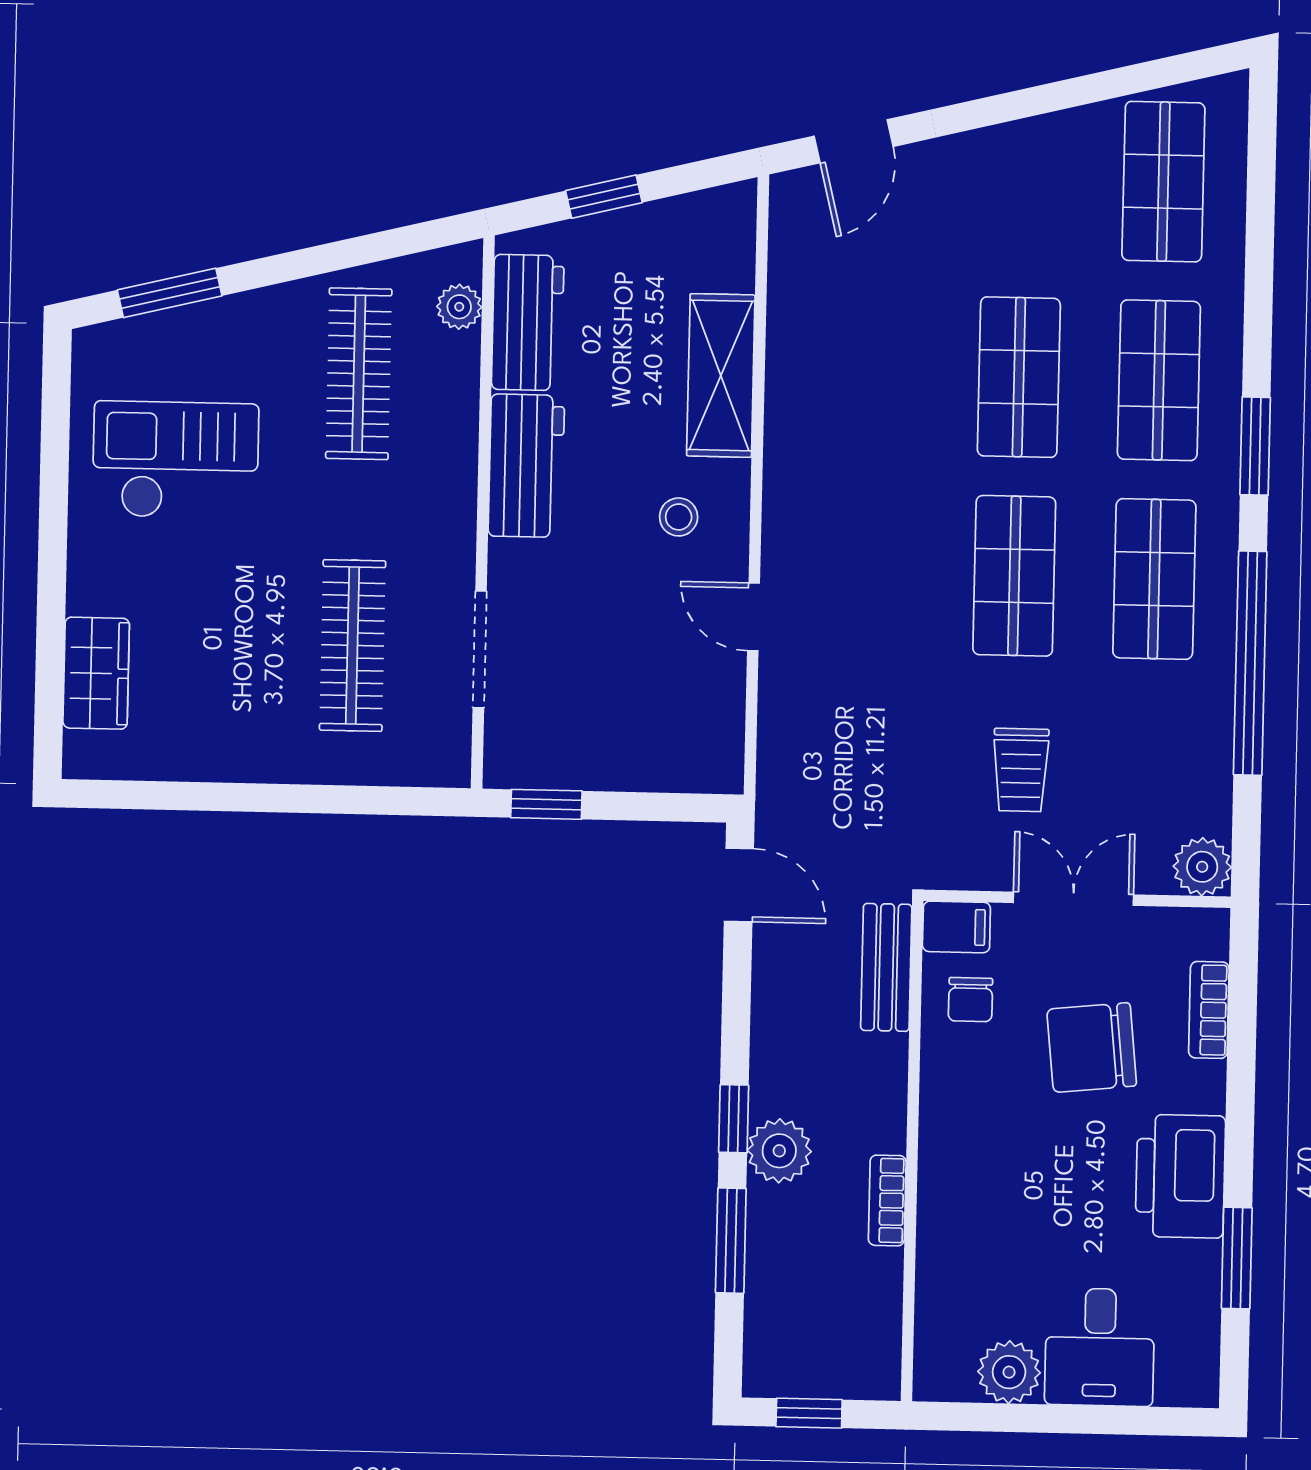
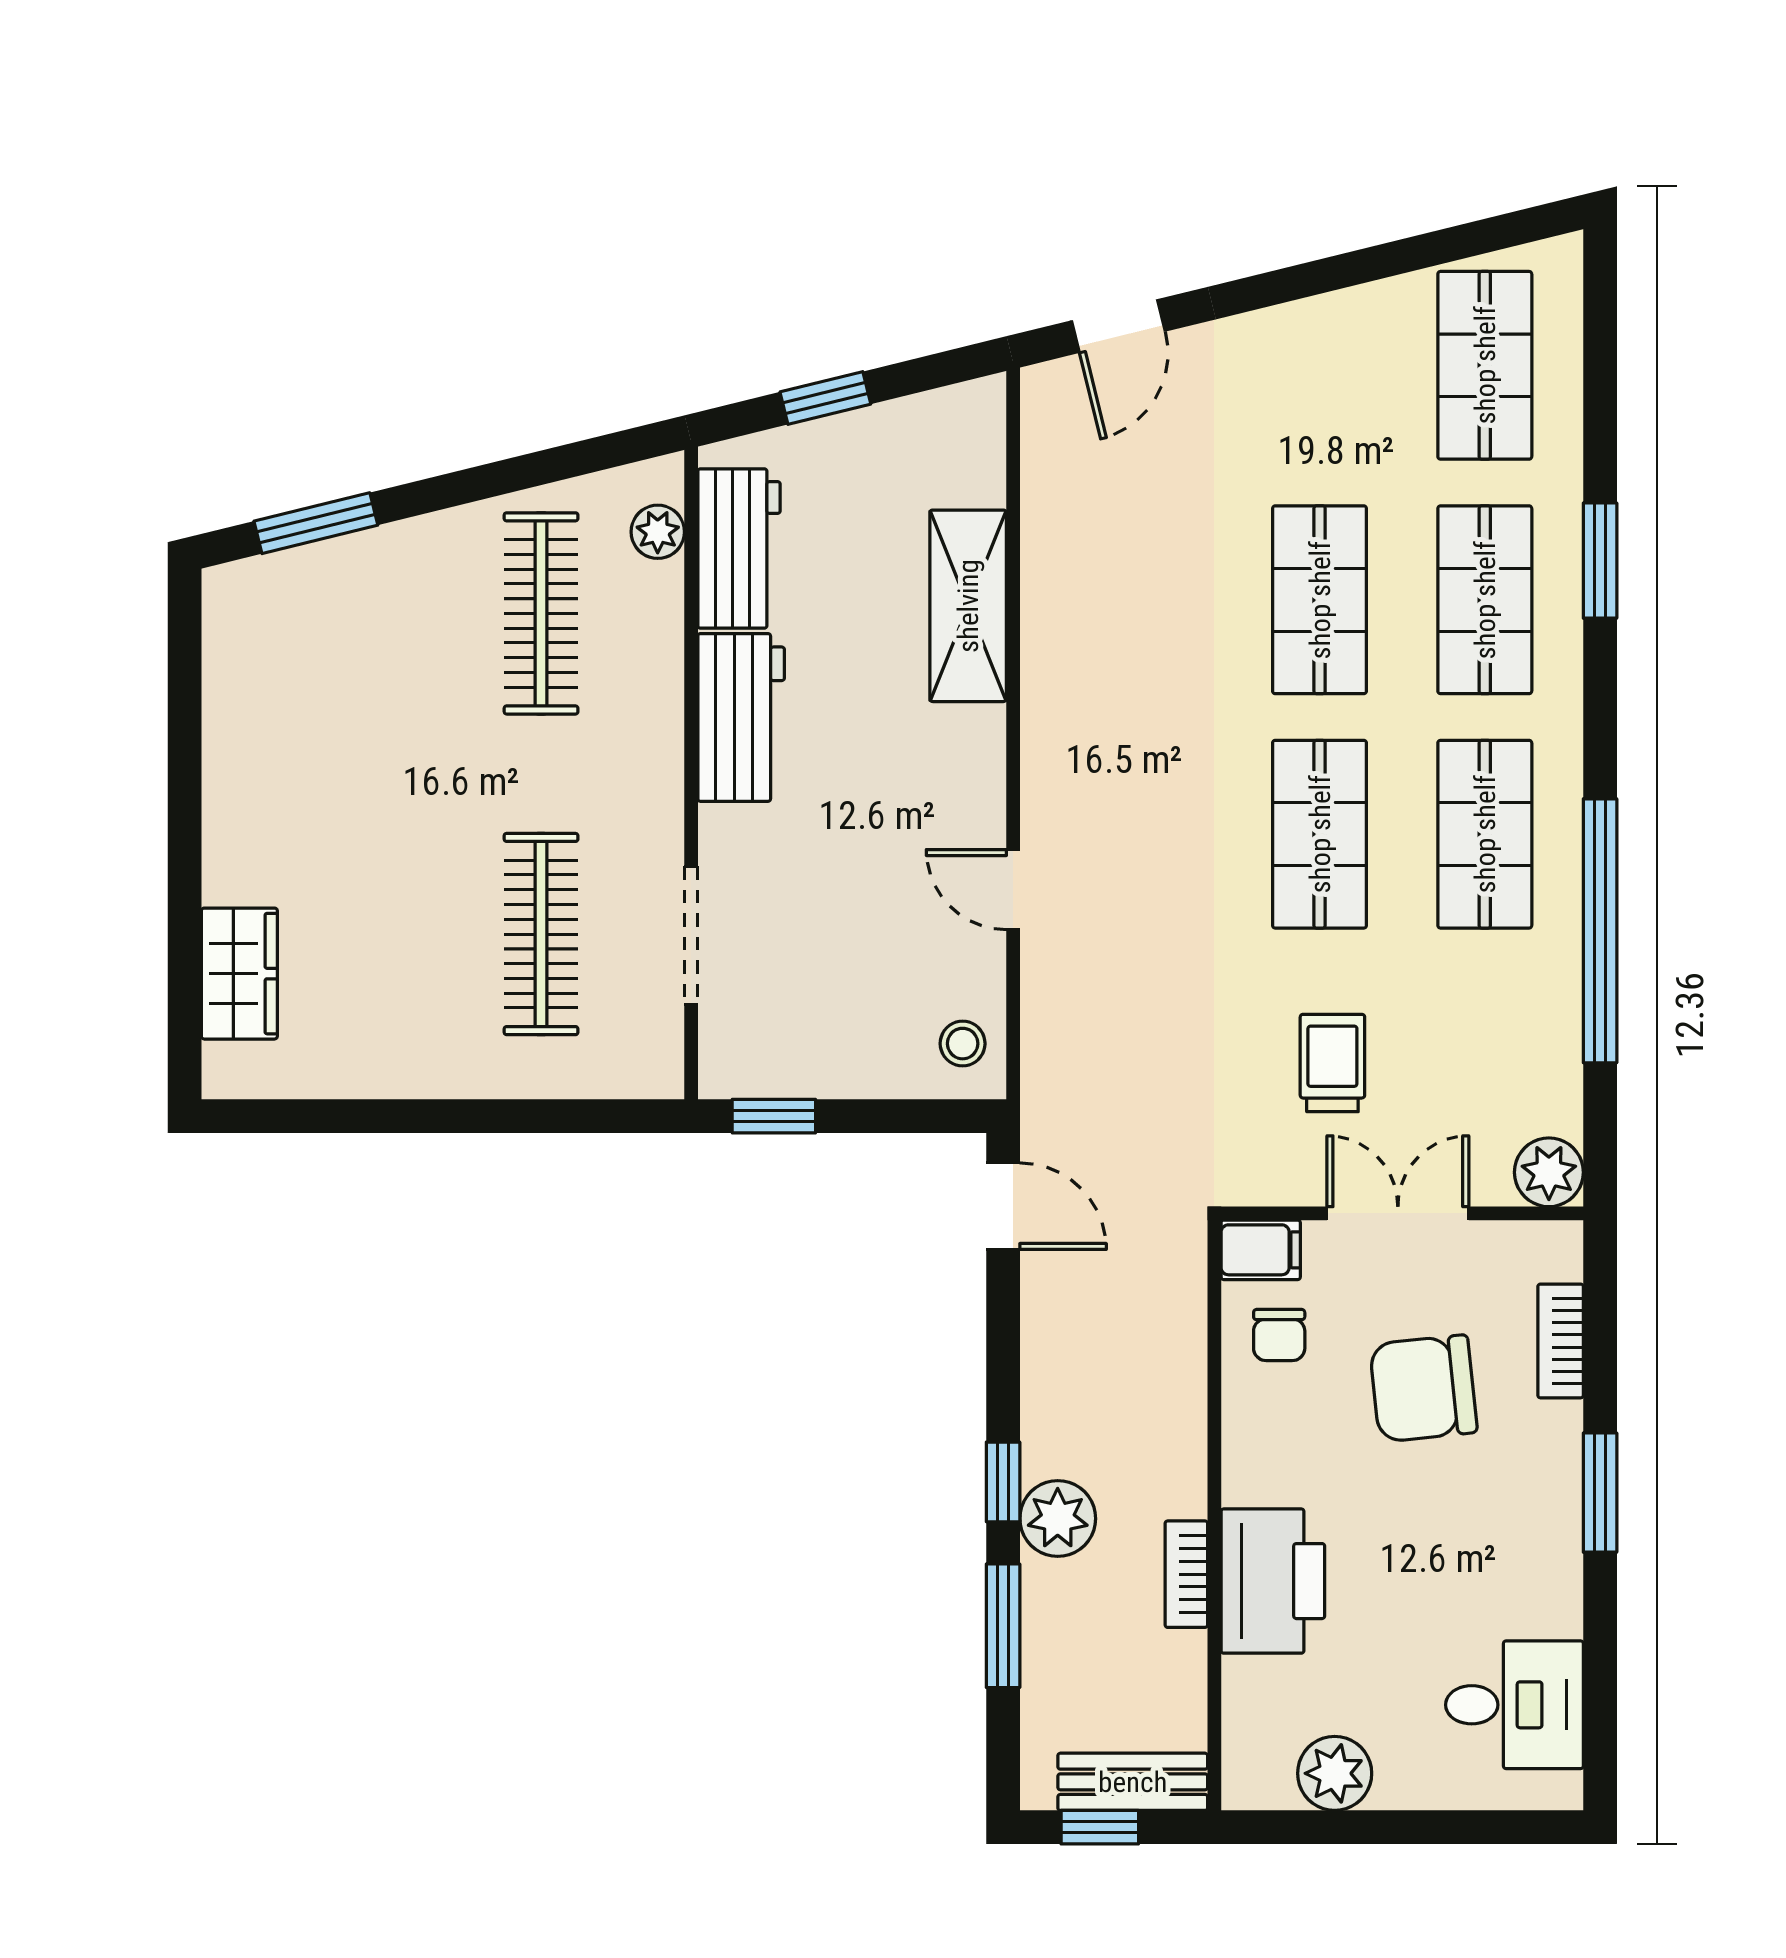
window: (1255, 446) -> (1600, 561), moved
checkout: (176, 460) -> (327, 720), removed
stool: (679, 517) -> (963, 1044), moved
trolley: (1021, 770) -> (1332, 1063), turned 180
bench: (886, 967) -> (1133, 1782), moved, turned 90
printer: (1180, 1176) -> (1273, 1581), moved, turned 180
window: (1237, 1258) -> (1600, 1493), moved
desk: (1100, 1347) -> (1514, 1705), moved, turned -90

